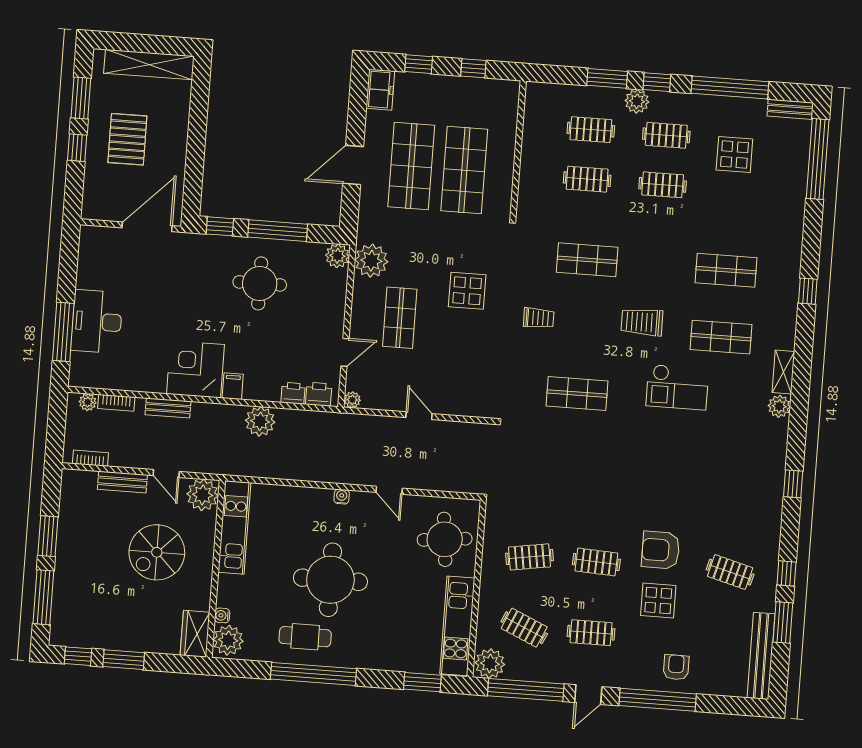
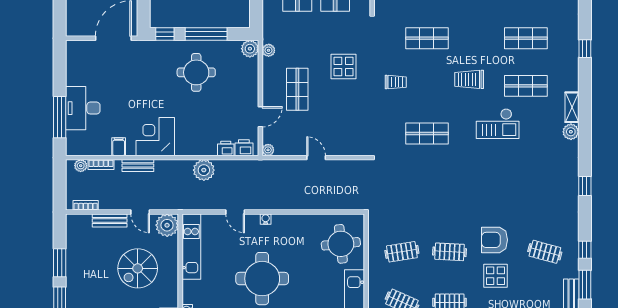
plant: (371, 261) -> (269, 50), width x0.53, depth x0.53
filing cabinet: (233, 386) -> (119, 147), moved
door: (389, 490) -> (235, 212), moved

